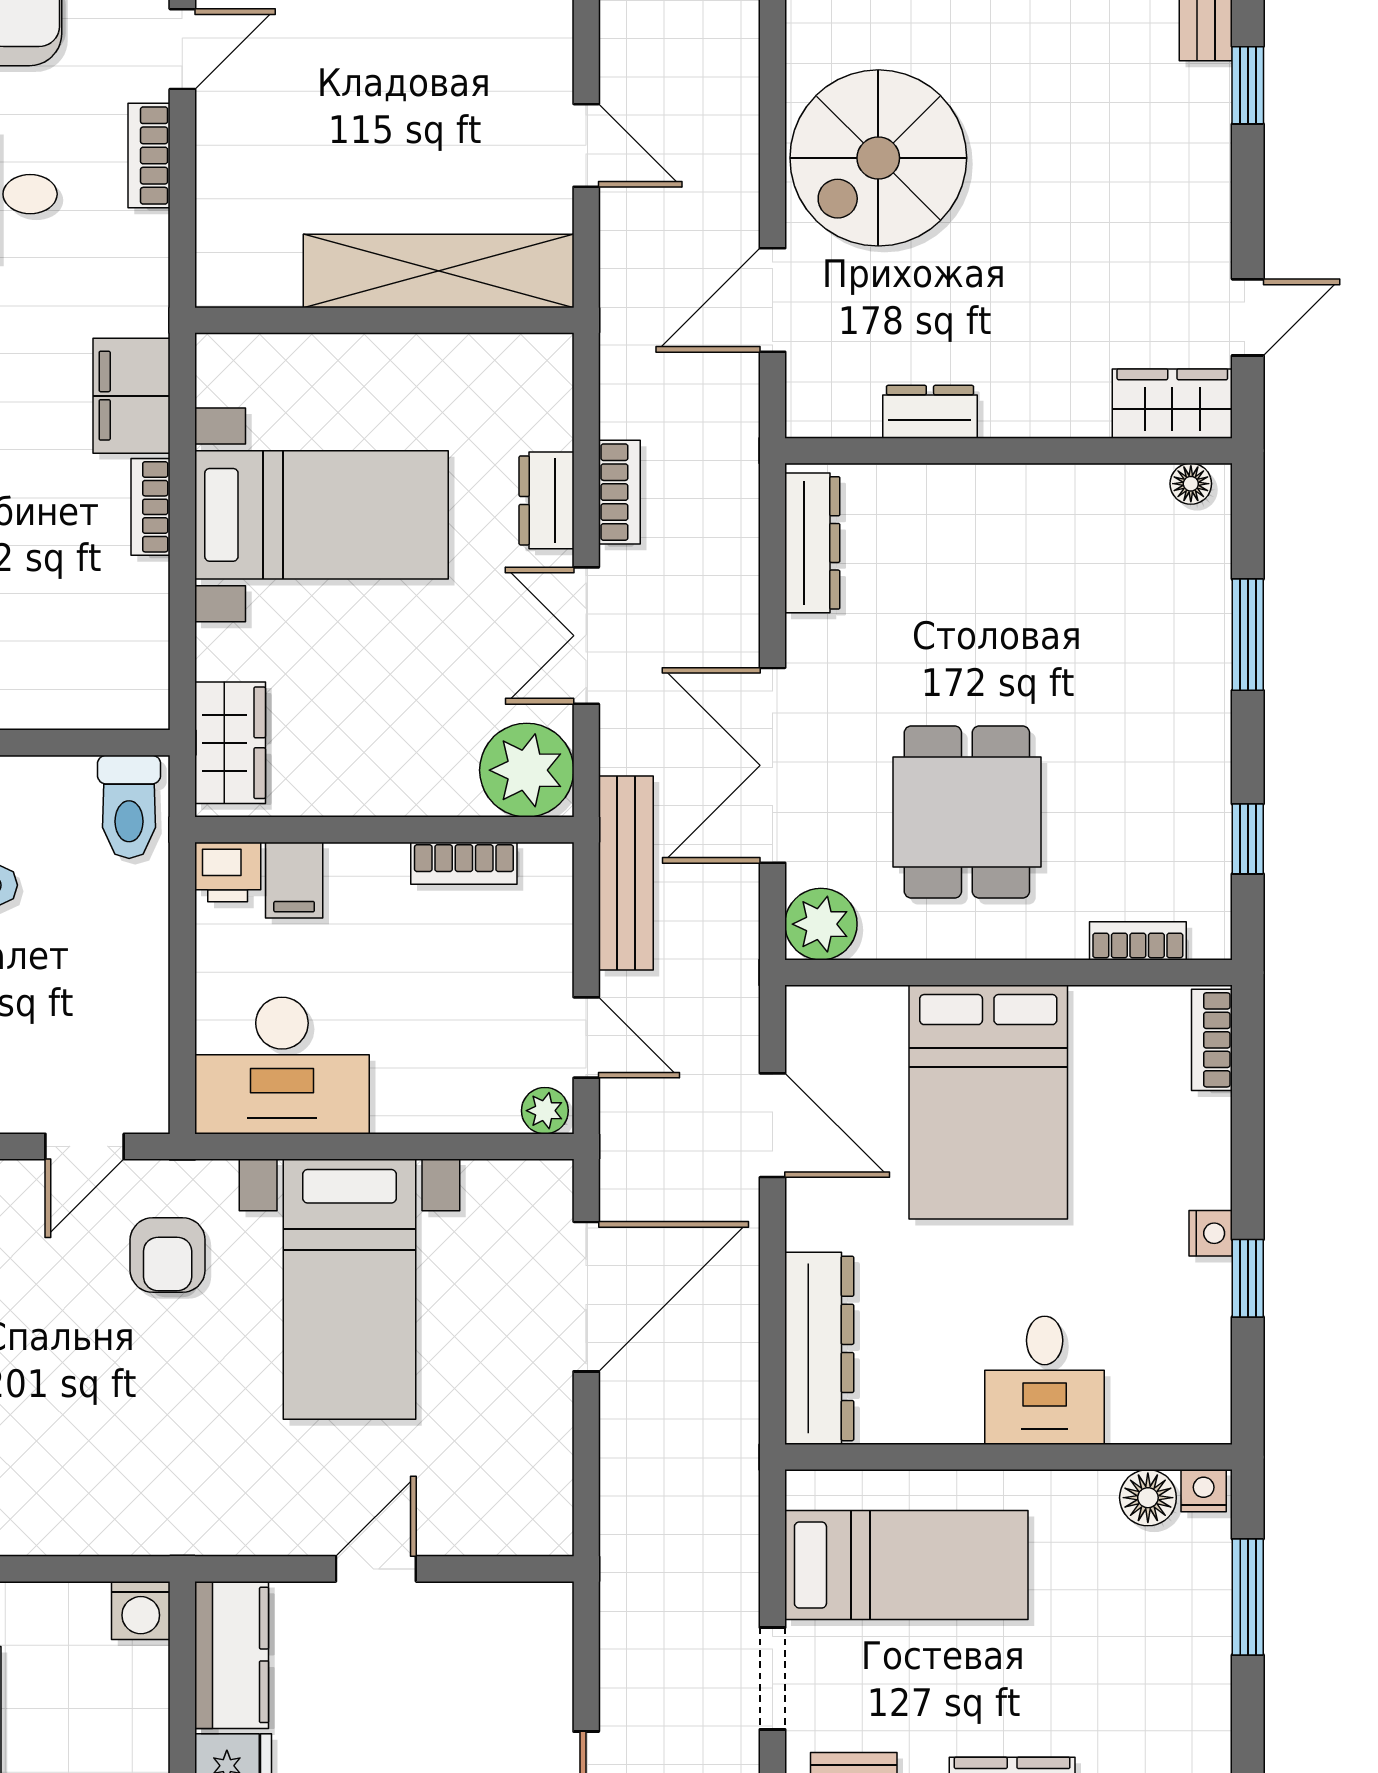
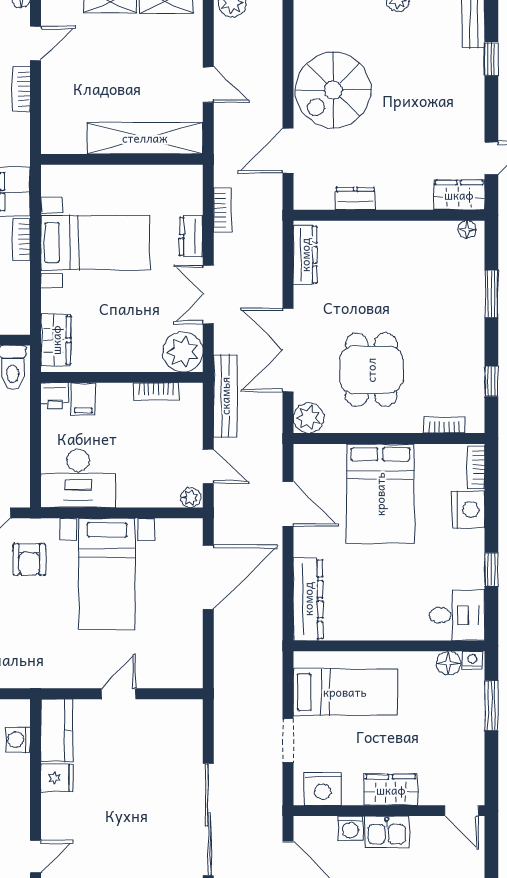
bookcase: (619, 492) -> (222, 210), moved
nightstand: (1211, 1233) -> (468, 510), moved, width x1.89, depth x1.79
desk: (1045, 1380) -> (457, 615), moved, turned -90
washing machine: (141, 1611) -> (18, 740), moved, turned 90

